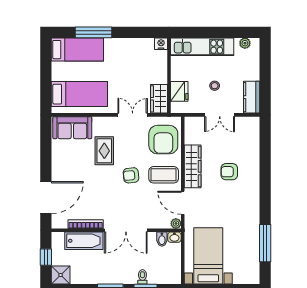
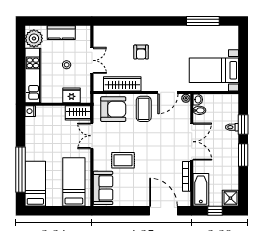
window: (93, 32) -> (20, 170), width x1.46
plant: (245, 43) -> (34, 38), width x1.87, depth x1.87
kitchen counter: (252, 97) -> (61, 33), moved
wardrobe: (193, 166) -> (122, 84), moved
armchair: (131, 175) -> (144, 137), removed
bathtub: (84, 241) -> (201, 190), moved

